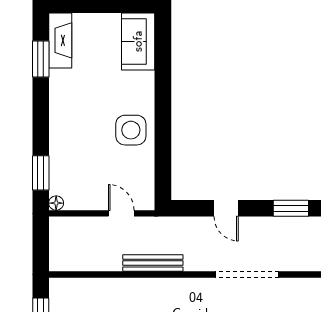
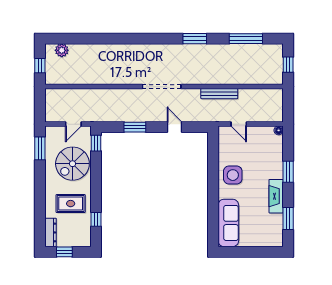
fireplace: (60, 40) -> (276, 196), moved
sofa: (138, 41) -> (228, 223), width x1.36
window: (41, 173) -> (288, 172), moved

